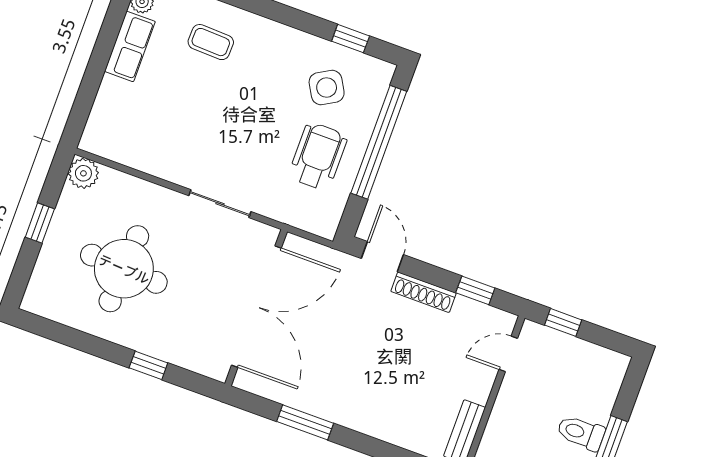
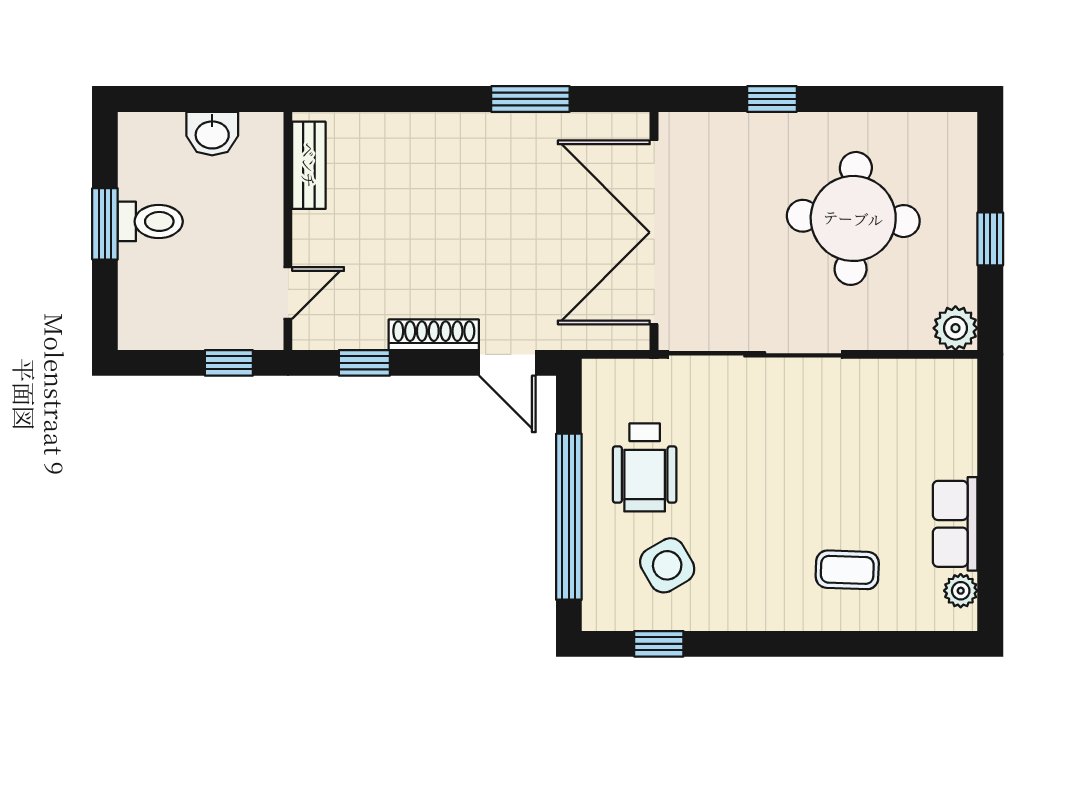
sliding door: (220, 204) -> (755, 354), width x1.86

